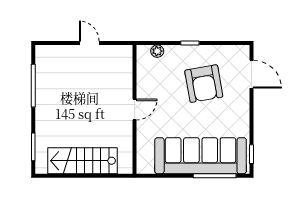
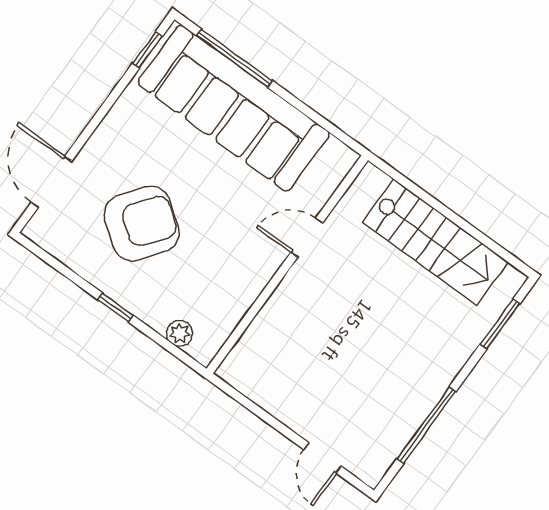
door: (89, 43) -> (323, 458), moved
armchair: (204, 84) -> (142, 224), turned 47
door: (134, 110) -> (307, 238), moved

